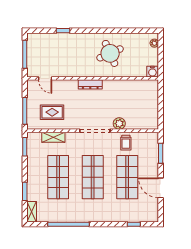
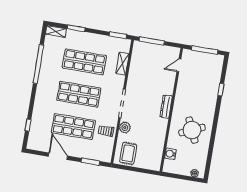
water cooler: (152, 72) -> (170, 154), moved
rug: (52, 112) -> (128, 153), moved
door: (161, 188) -> (58, 156), hinge flipped

